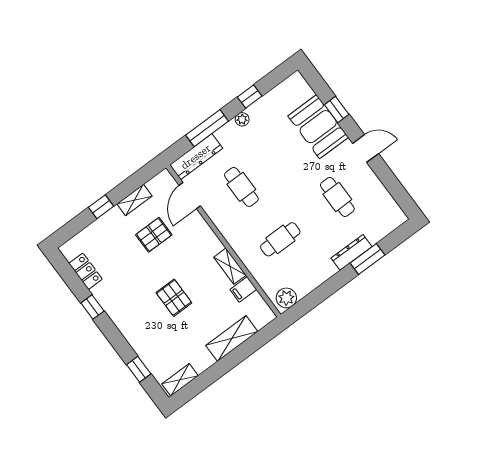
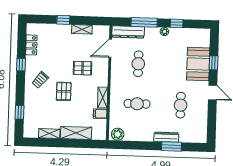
pallet: (154, 235) -> (82, 68), moved
trolley: (132, 307) -> (40, 80), added
shelving: (180, 380) -> (49, 134), moved

